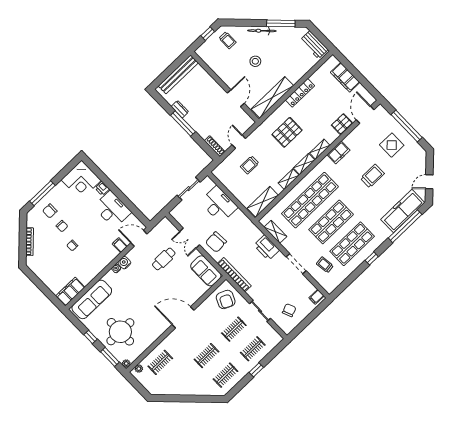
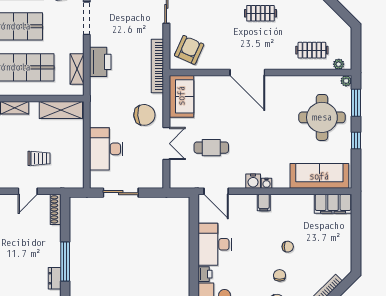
filing cabinet: (120, 245) -> (264, 203), moved
clothes rail: (234, 329) -> (209, 13), removed

